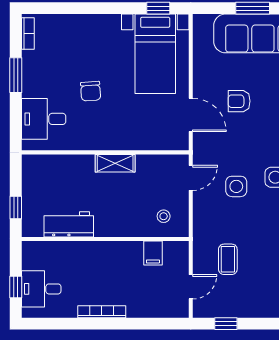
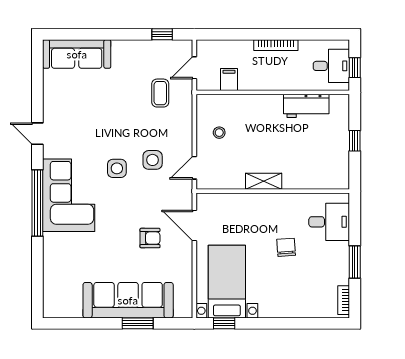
workbench: (69, 224) -> (306, 106), moved
wall: (105, 239) -> (273, 92), moved
filing cabinet: (153, 253) -> (229, 80), moved

